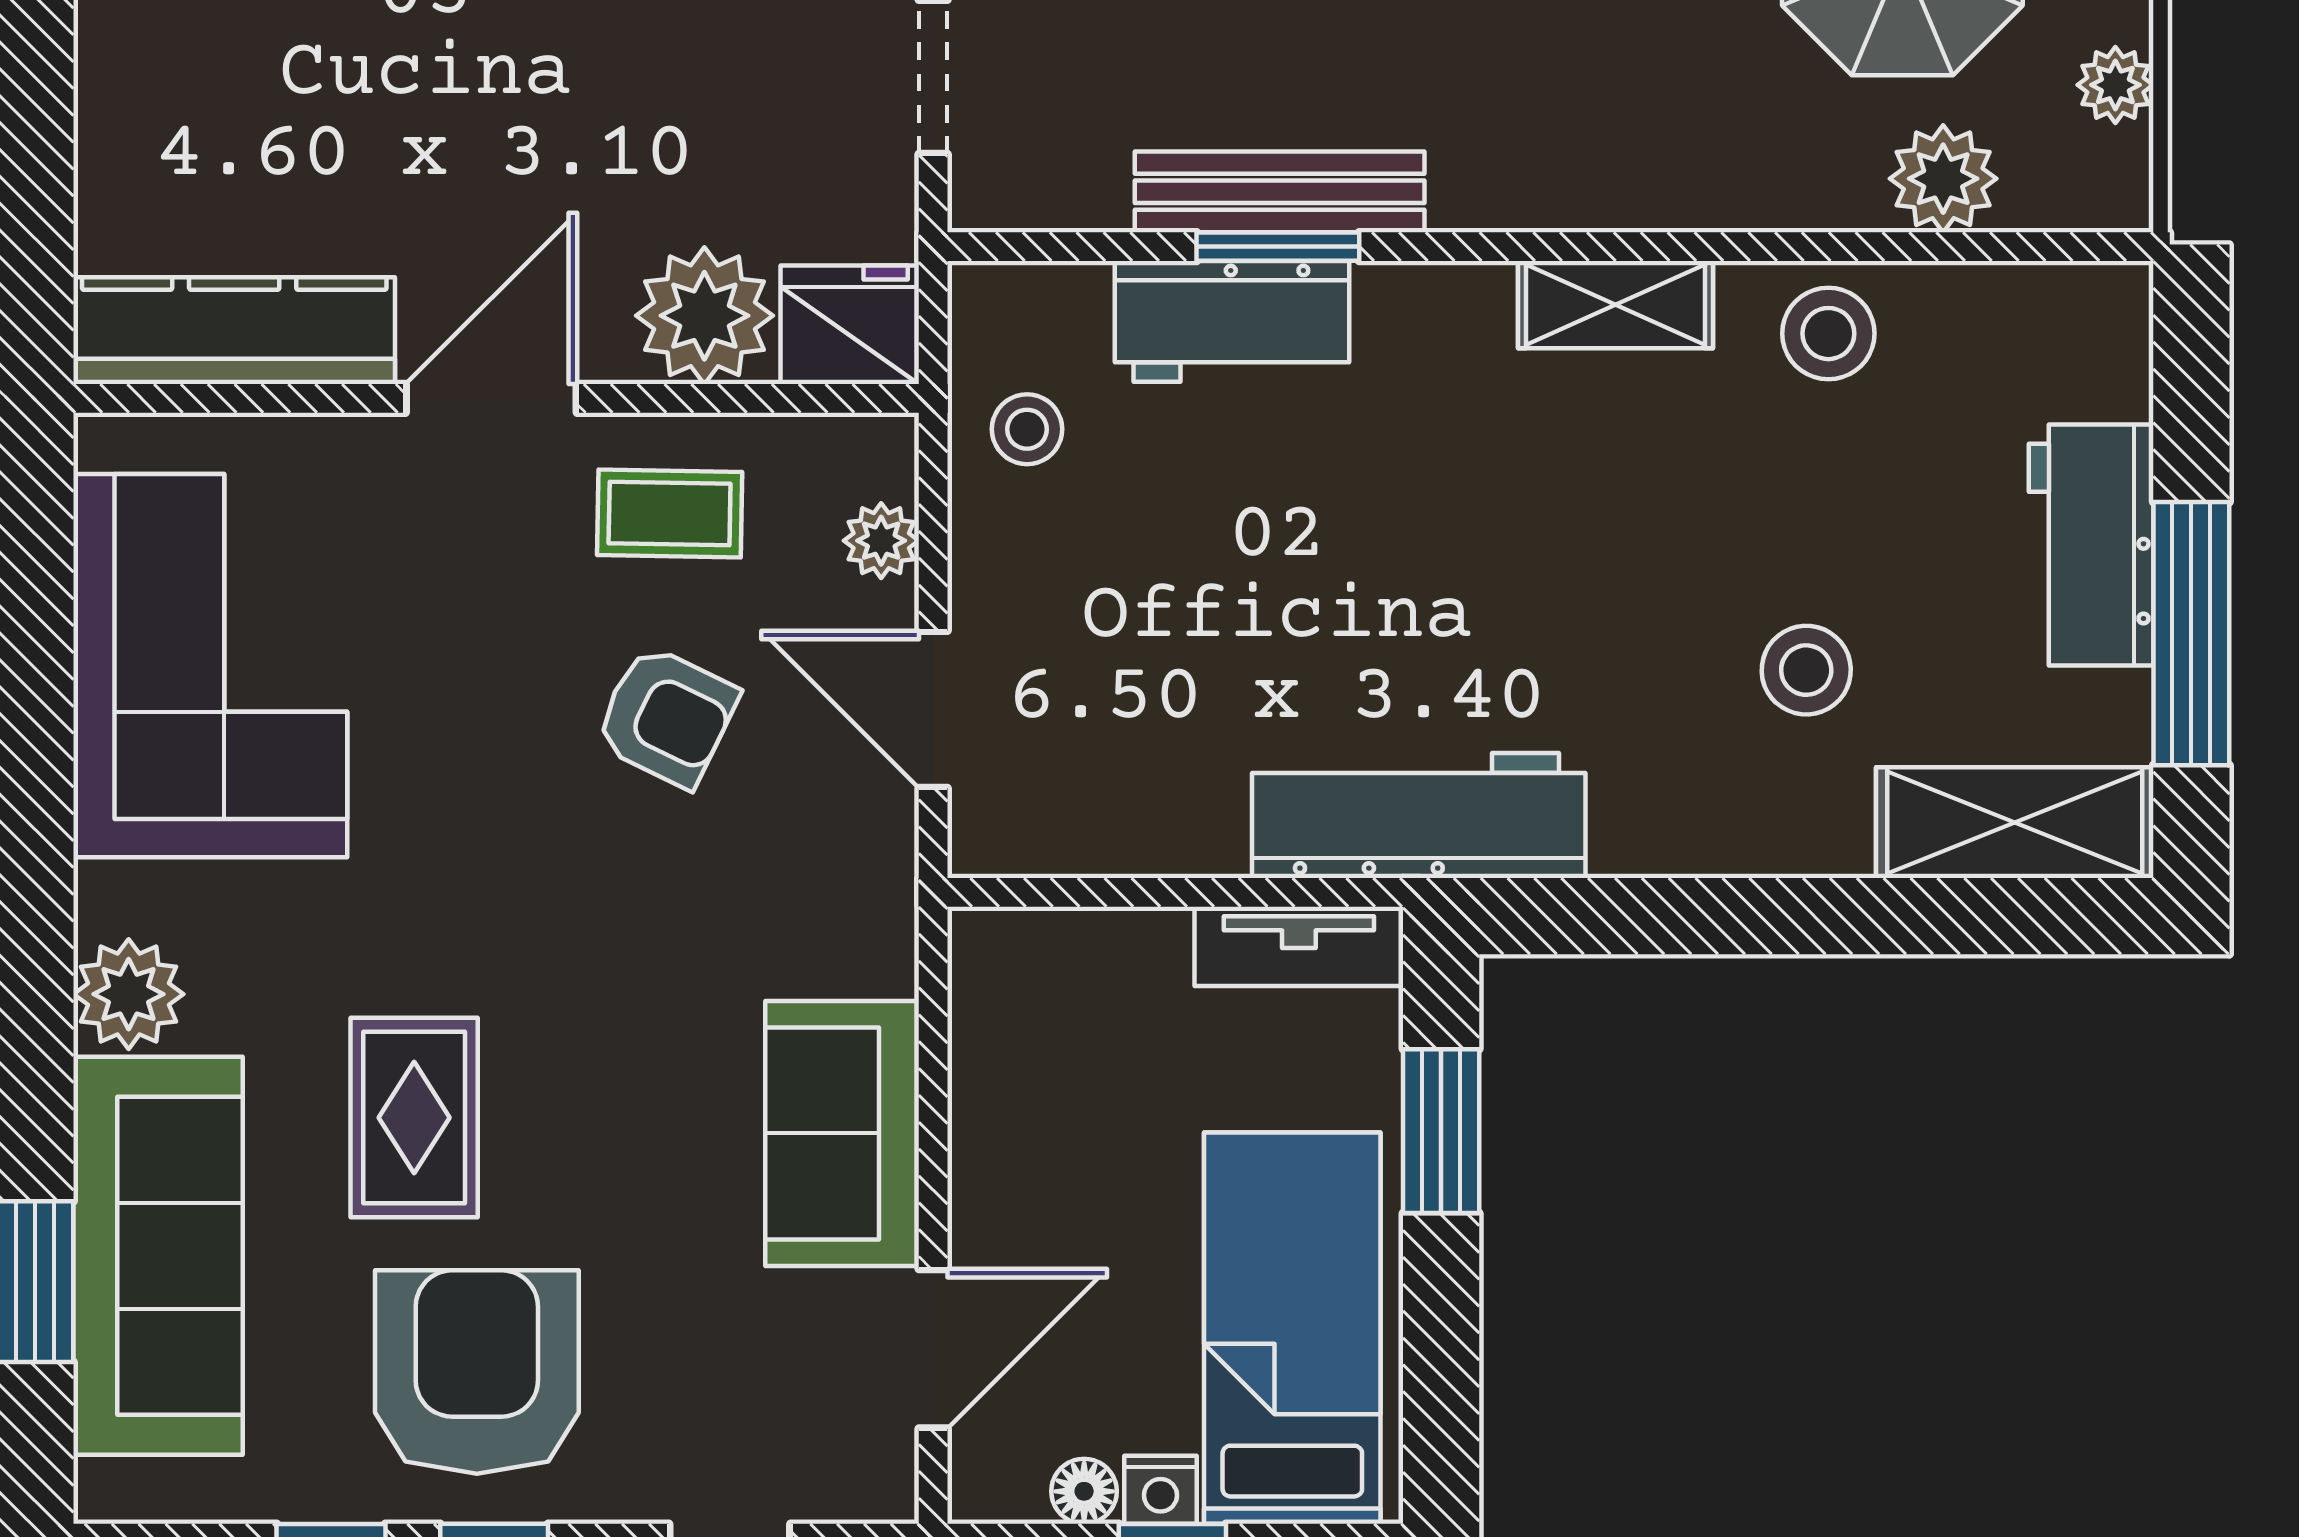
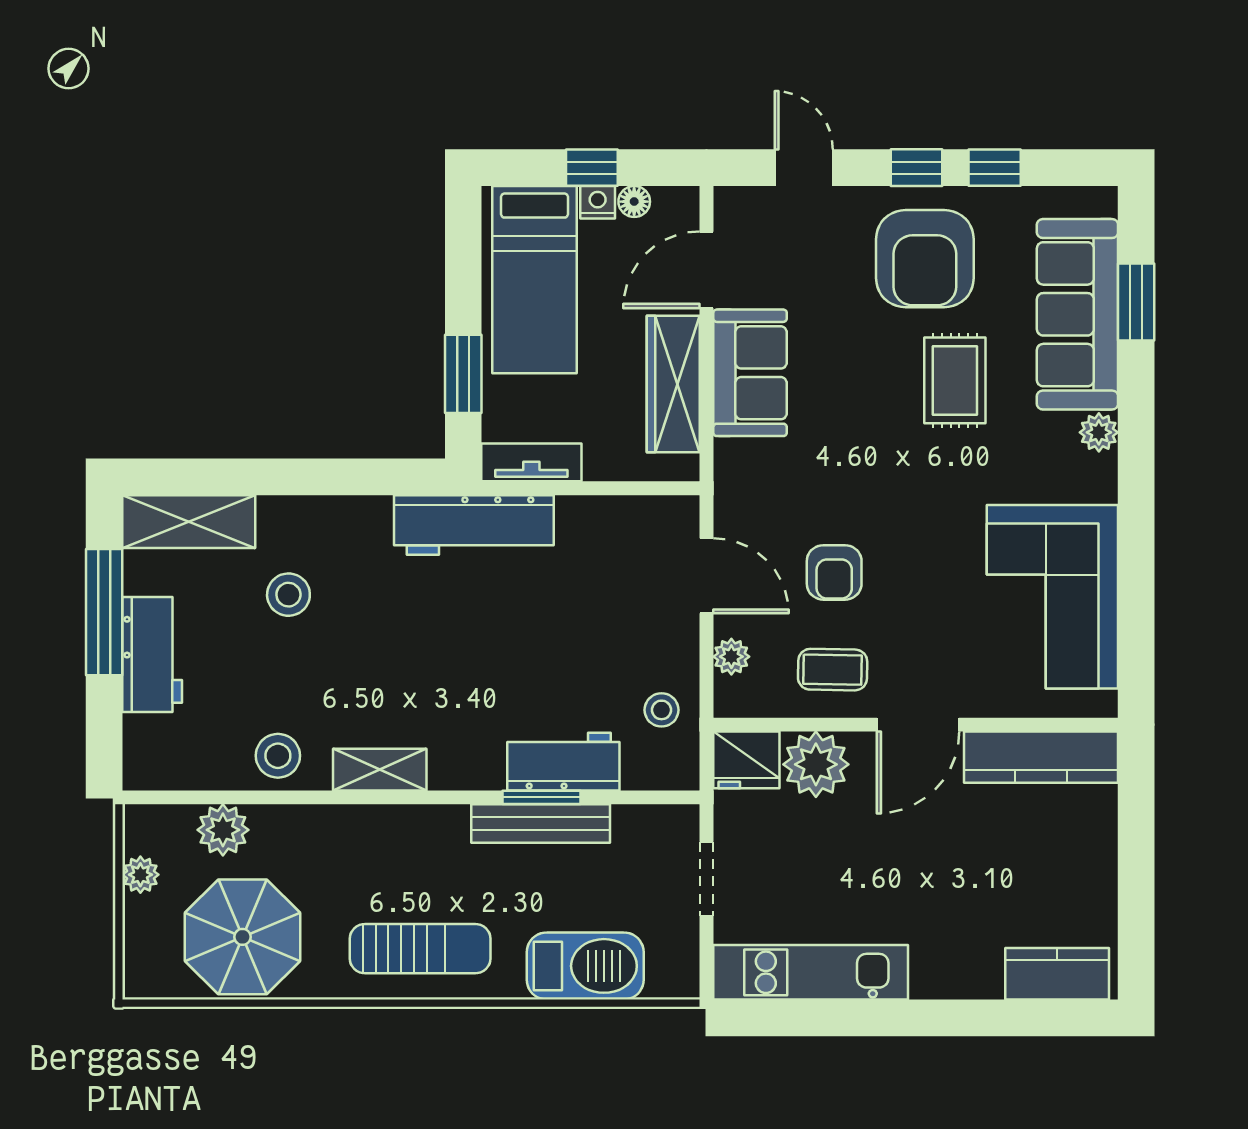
armchair: (666, 716) -> (834, 572), turned -116
plant: (129, 994) -> (1099, 432), width x0.73, depth x0.73
wardrobe: (1003, 1110) -> (673, 384), added

